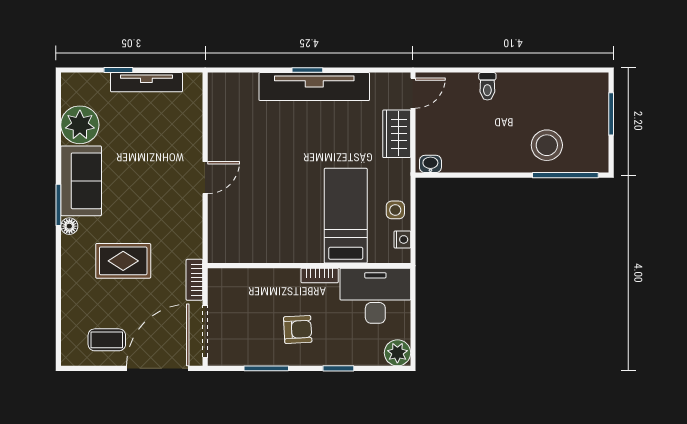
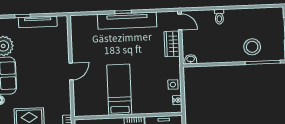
door: (413, 93) -> (180, 22), hinge flipped
bed: (346, 216) -> (119, 90), moved

